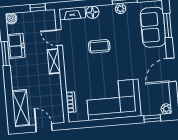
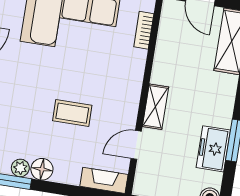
floor lamp: (93, 12) -> (42, 169), moved
door: (59, 37) -> (136, 145), swing flipped

